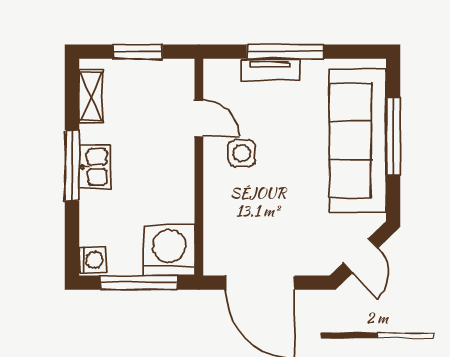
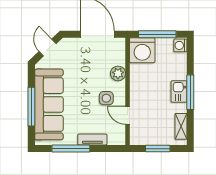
window: (285, 52) -> (71, 149), moved
plant: (218, 203) -> (118, 73), added

